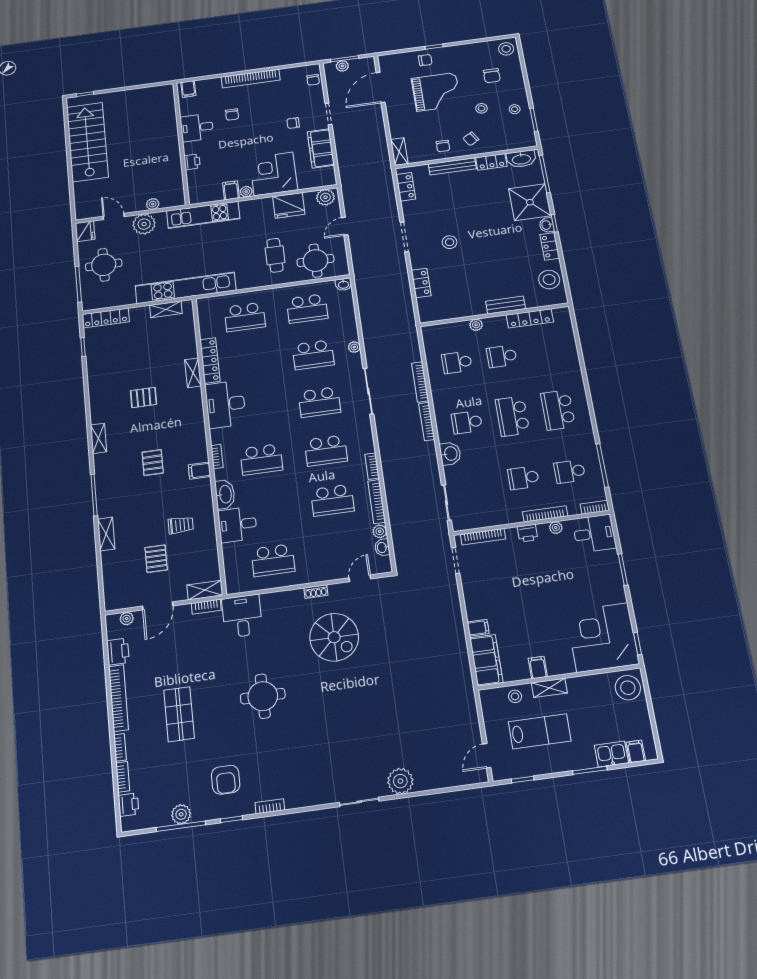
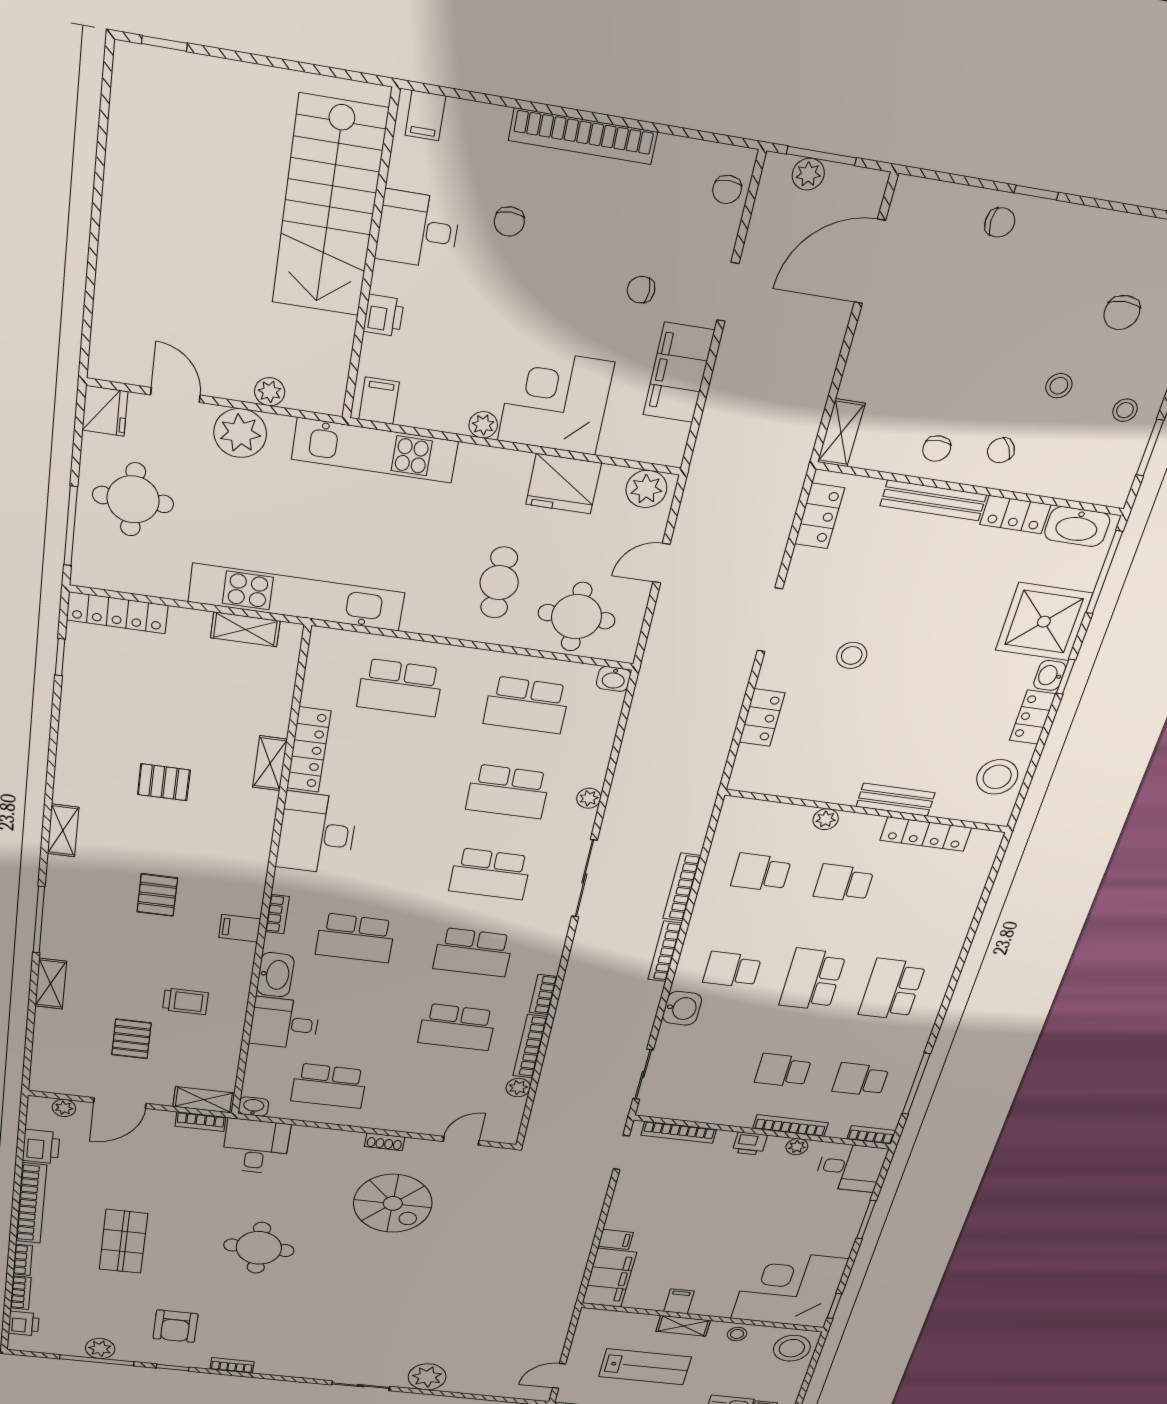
grand piano: (436, 92) -> (985, 314), removed
stairs: (87, 142) -> (329, 207), moved, turned 180
filing cabinet: (231, 190) -> (379, 401), moved
washbasin: (382, 547) -> (254, 1107), moved, turned 90
stool: (515, 696) -> (737, 1334), moved

